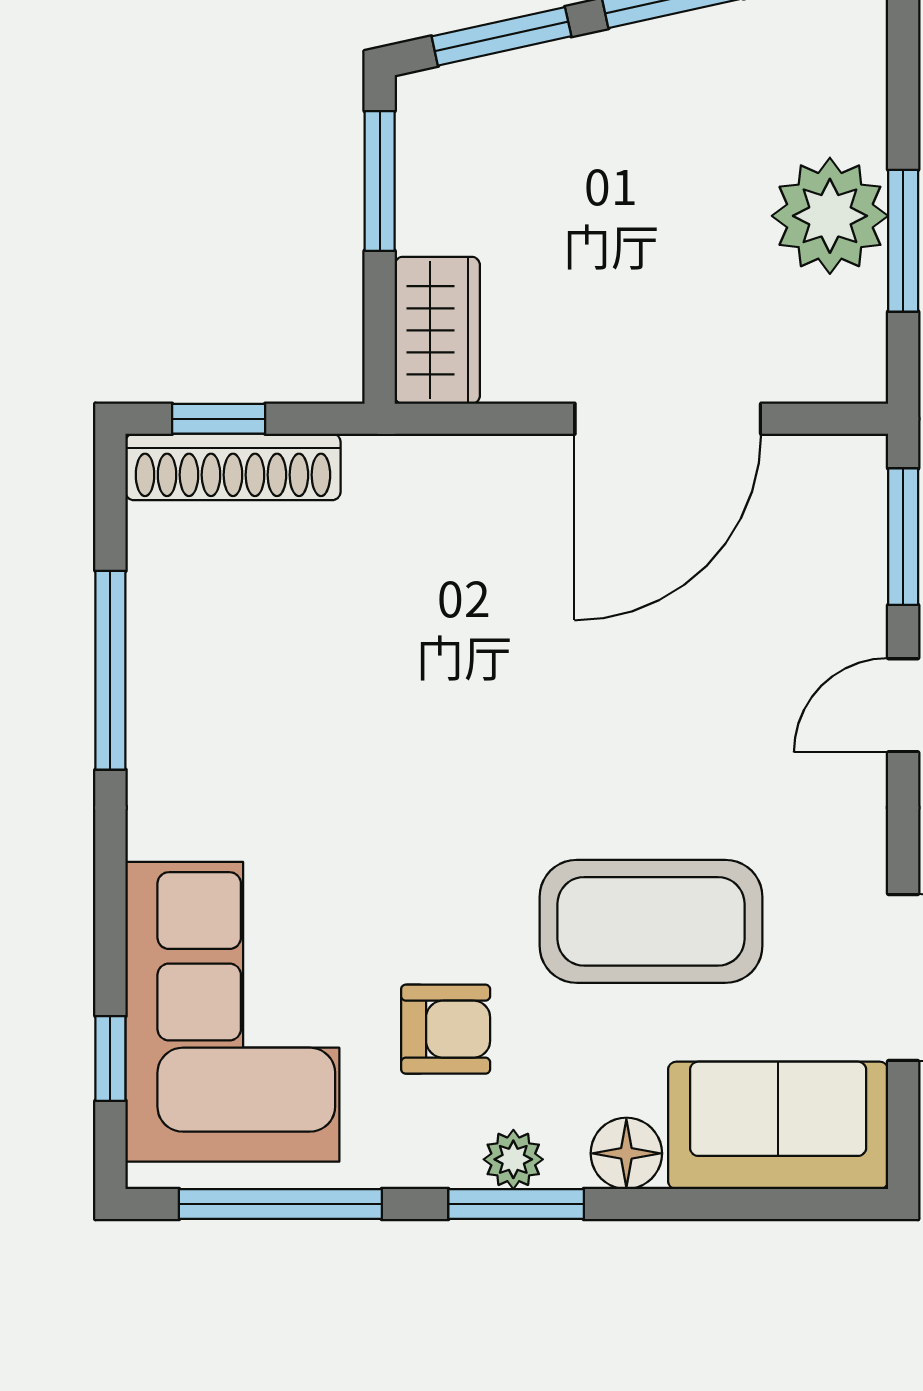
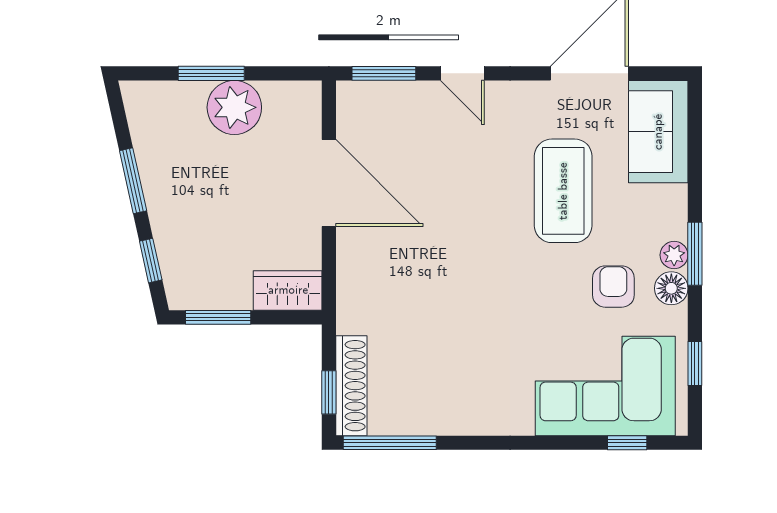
window: (501, 36) -> (151, 261), width x0.67
window: (903, 241) -> (211, 73), moved
window: (110, 670) -> (390, 443), moved
floor lamp: (626, 1153) -> (671, 288), moved
window: (280, 1204) -> (695, 364), width x0.46

